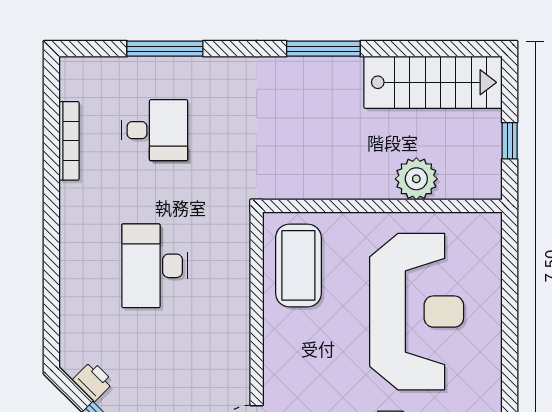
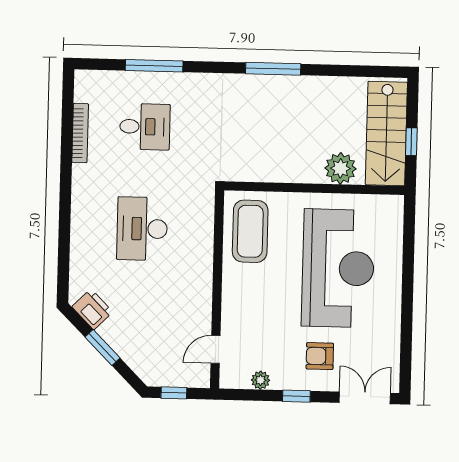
stairs: (433, 82) -> (386, 134), moved, turned 90
printer: (93, 381) -> (92, 309), width x1.36, depth x1.24

